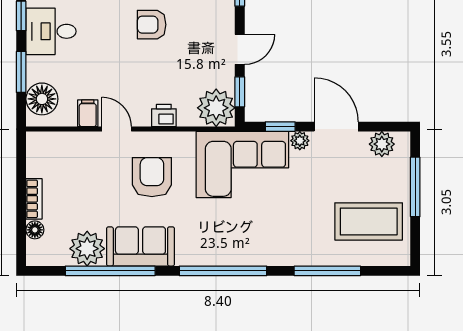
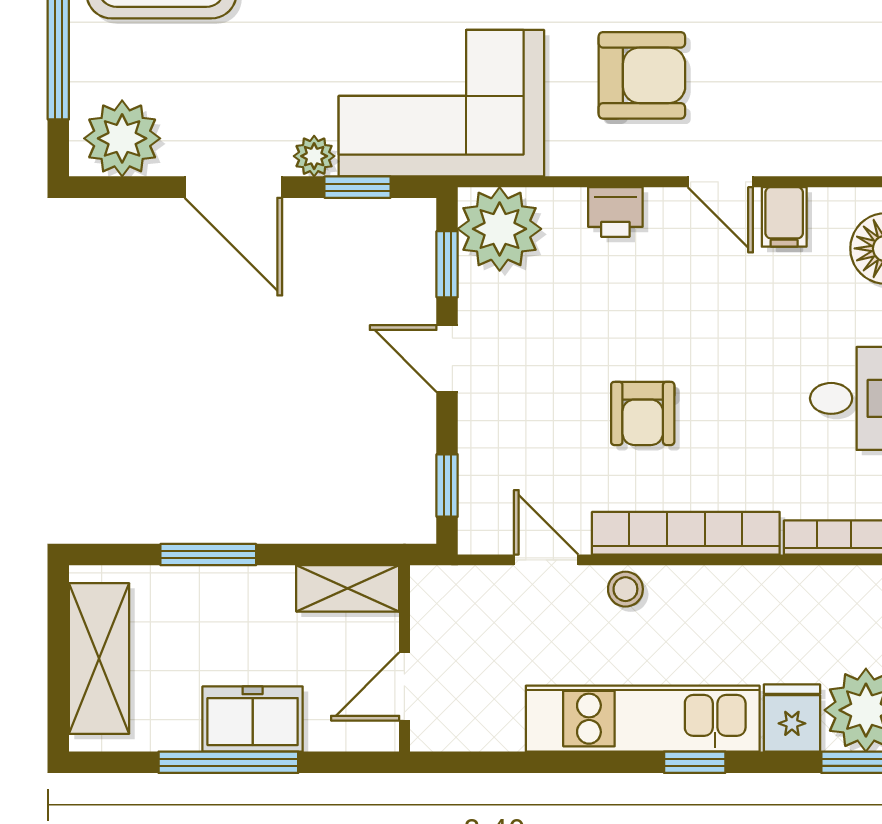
armchair: (152, 25) -> (643, 413), turned 90
door: (240, 49) -> (447, 359), hinge flipped
plant: (382, 144) -> (122, 138), width x1.36, depth x1.36
armchair: (152, 177) -> (642, 75), turned -90

